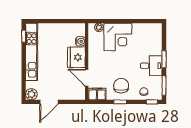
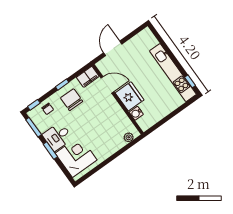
corner desk: (118, 37) -> (76, 157), moved, turned 90
chair: (121, 86) -> (72, 100), turned 180
plant: (31, 94) -> (146, 35), removed
door: (49, 102) -> (113, 48), moved

